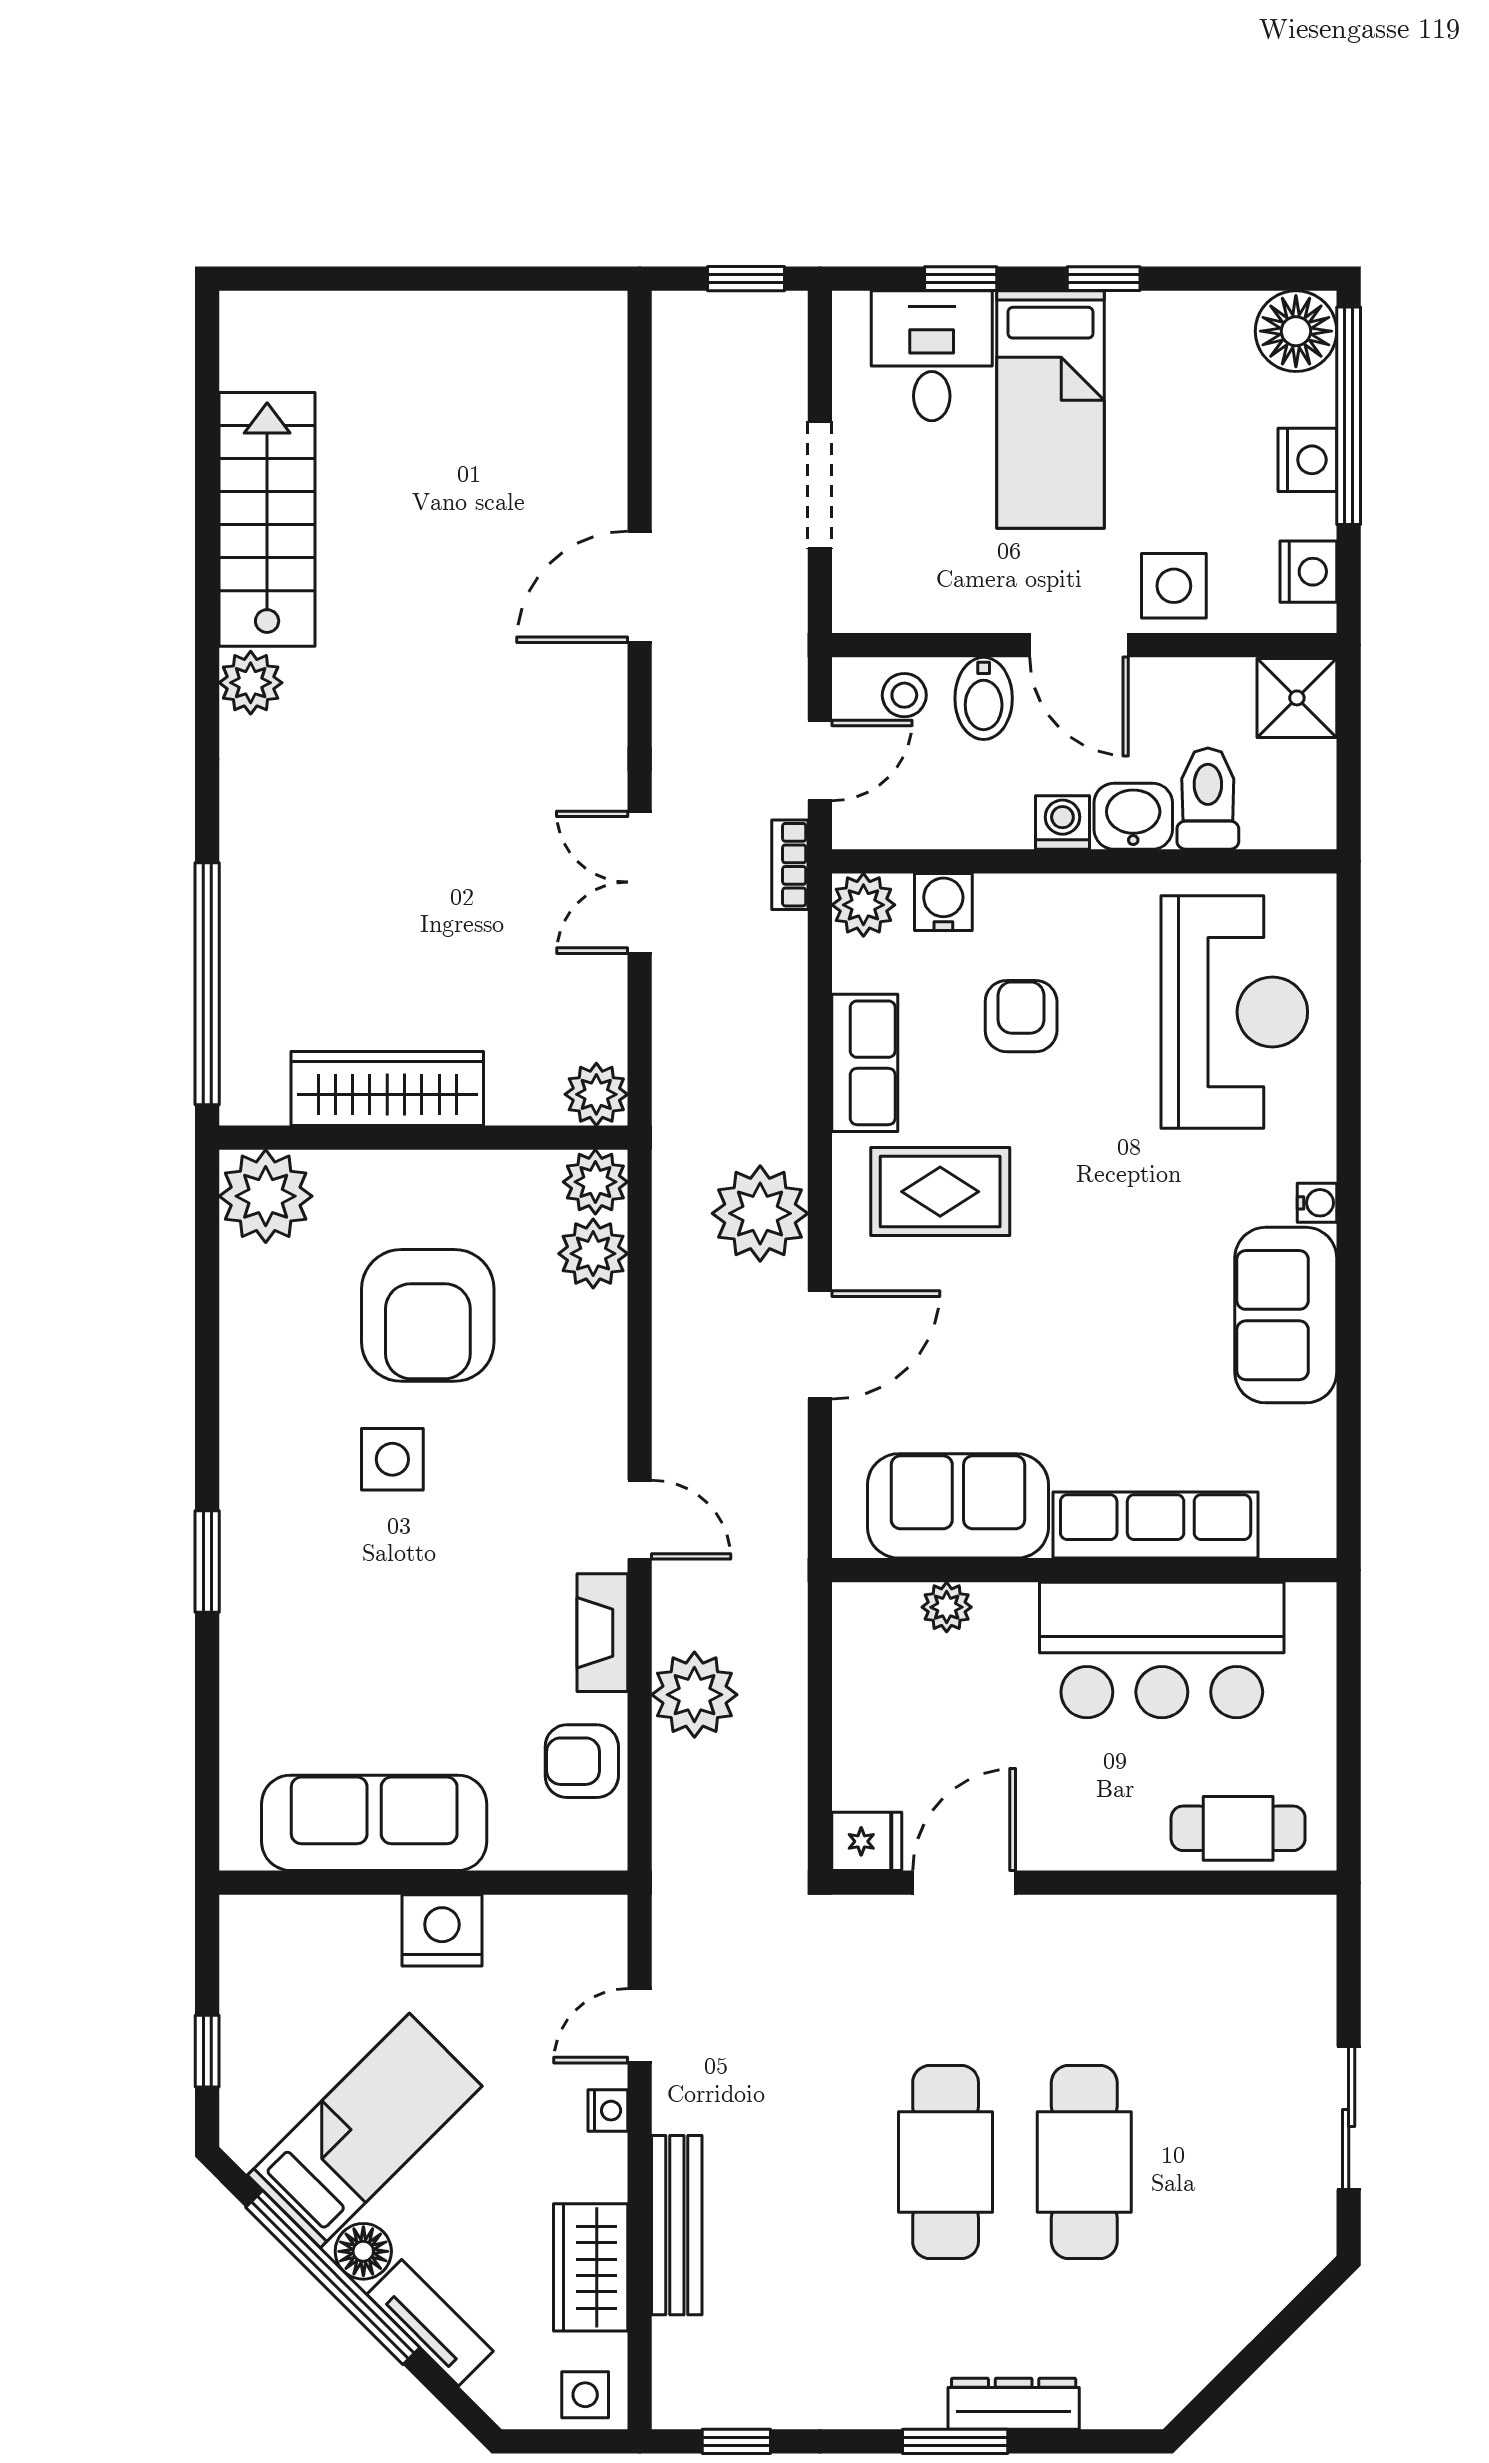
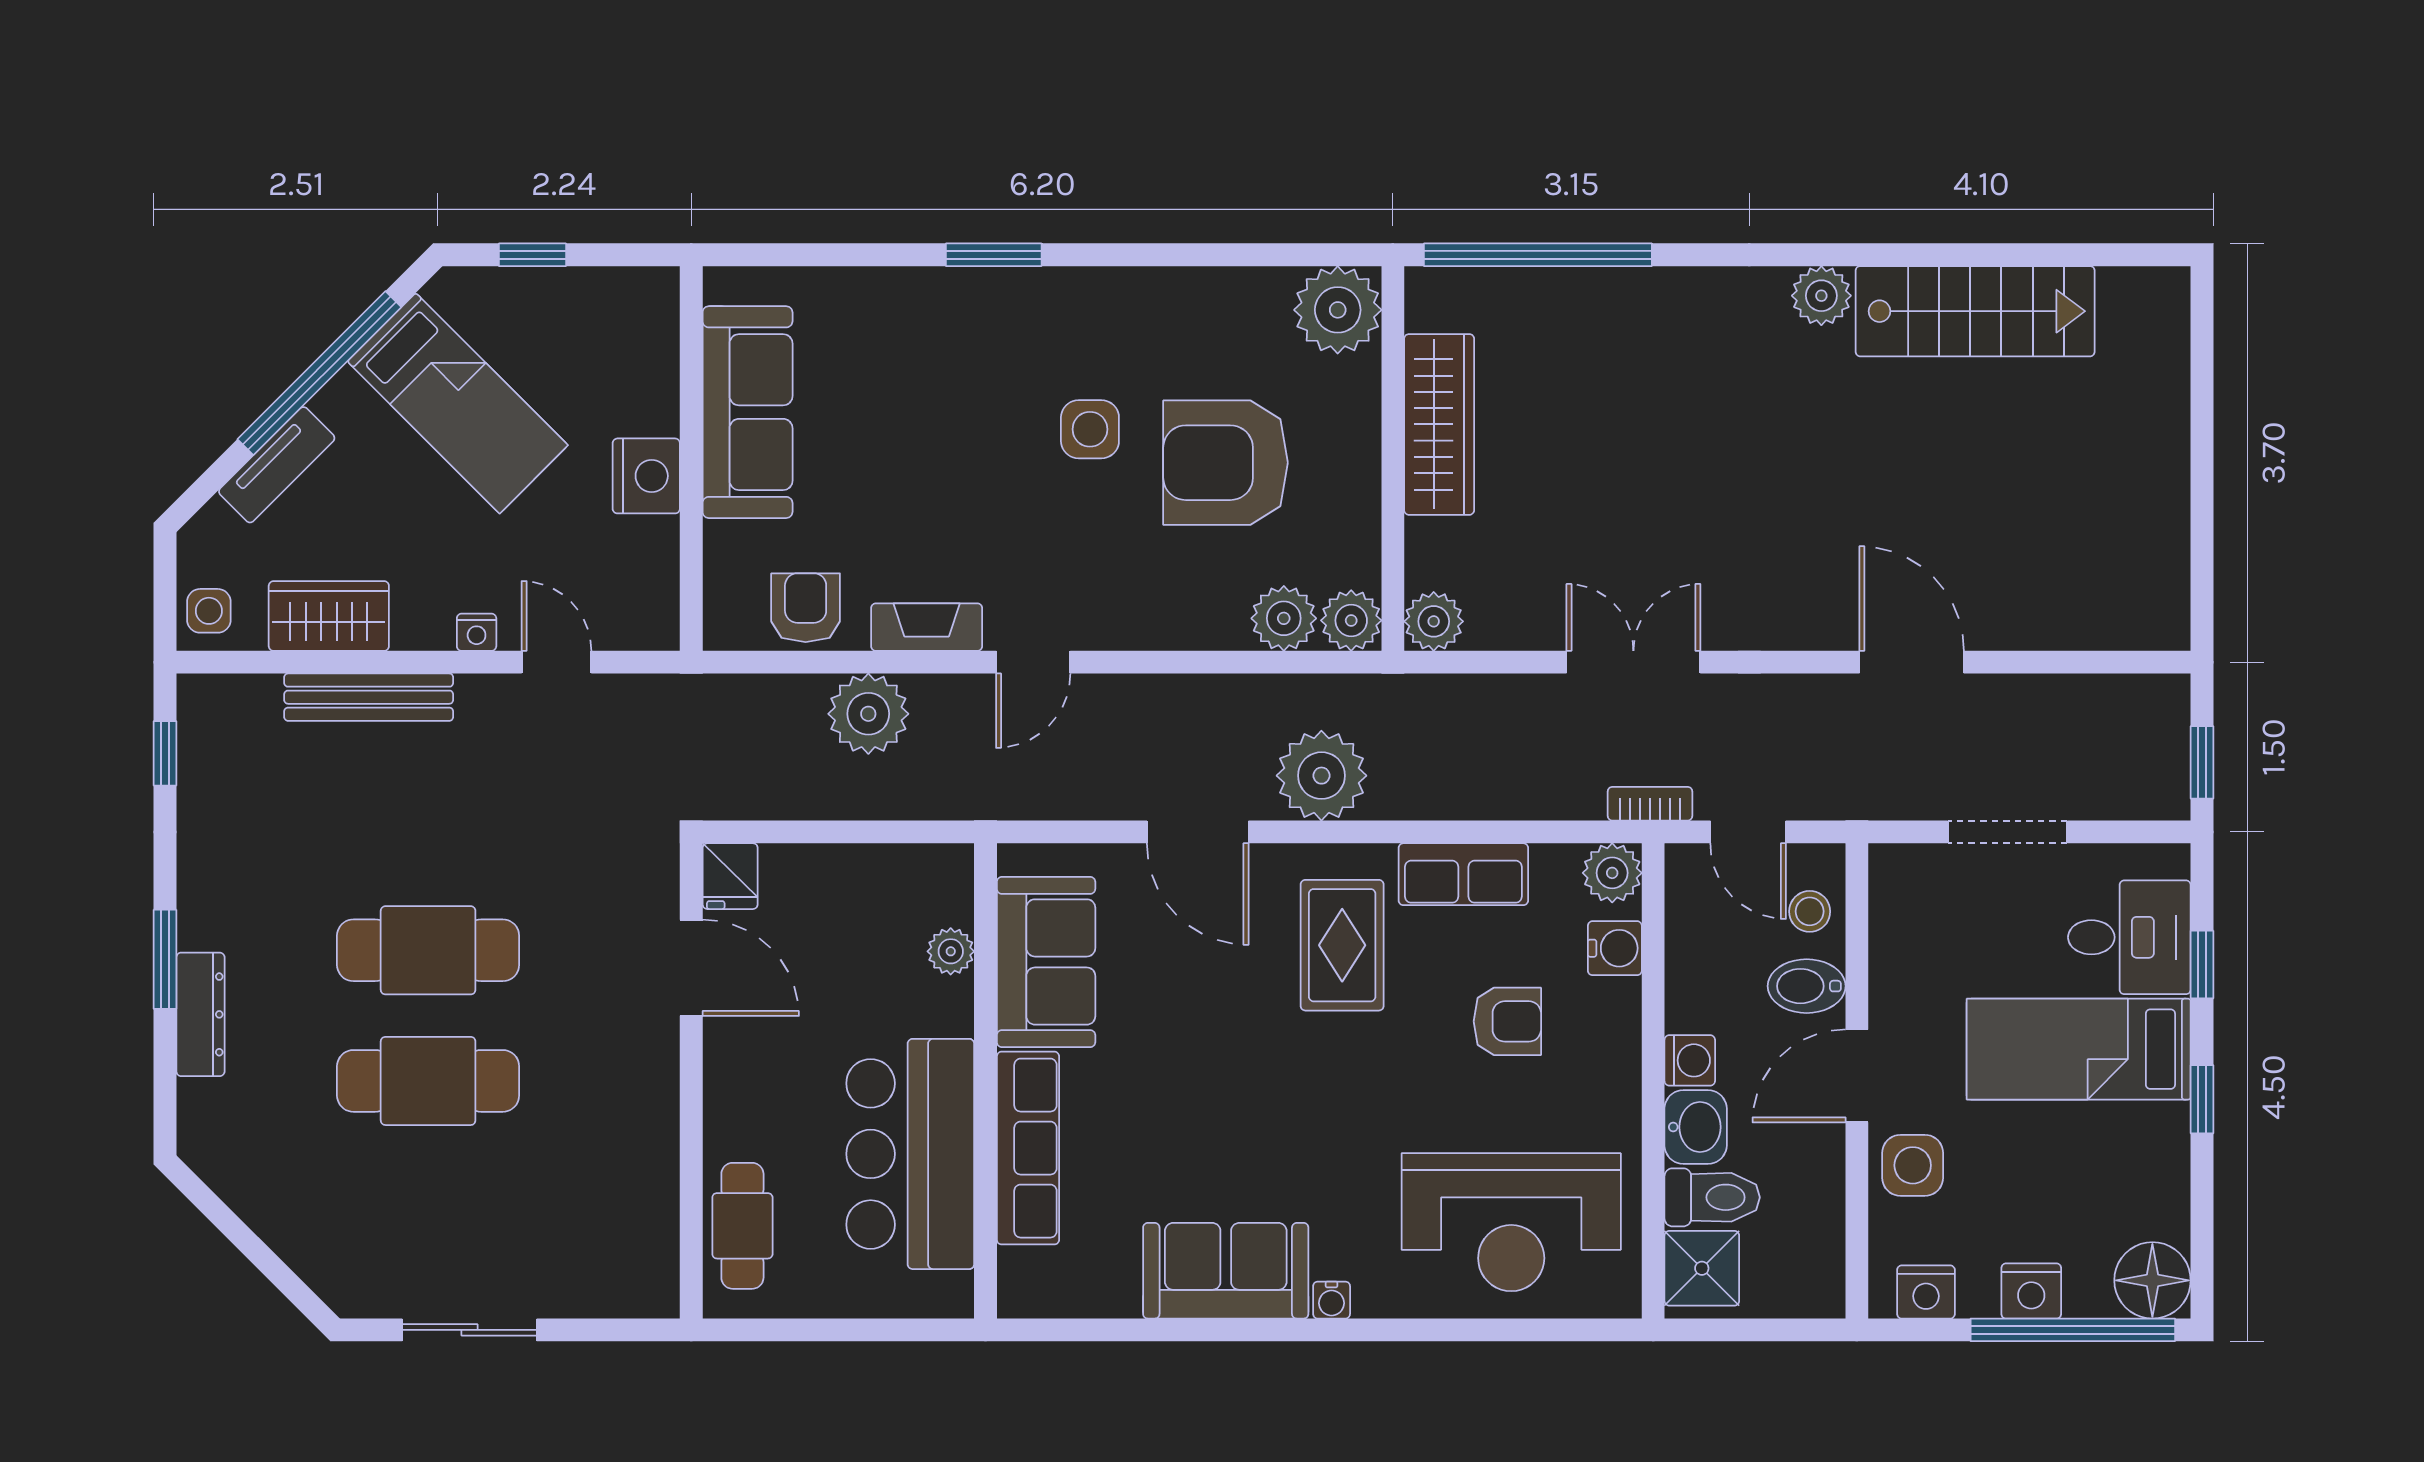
shower: (1297, 698) -> (1702, 1268), moved
floor lamp: (363, 2251) -> (344, 402), removed

